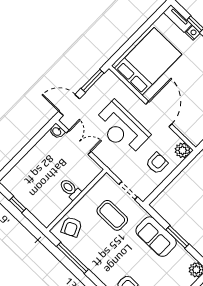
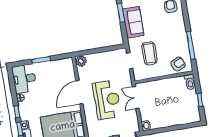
double door: (79, 142) -> (136, 98), moved
armchair: (157, 163) -> (101, 64), removed
toilet: (70, 189) -> (190, 82), moved

